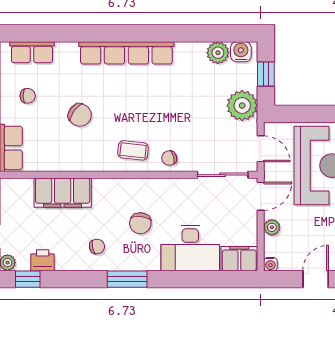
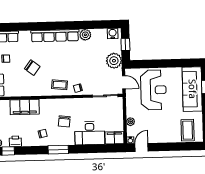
plant: (218, 53) -> (85, 35), moved
door: (261, 196) -> (124, 106), removed
door: (316, 279) -> (142, 147), moved

